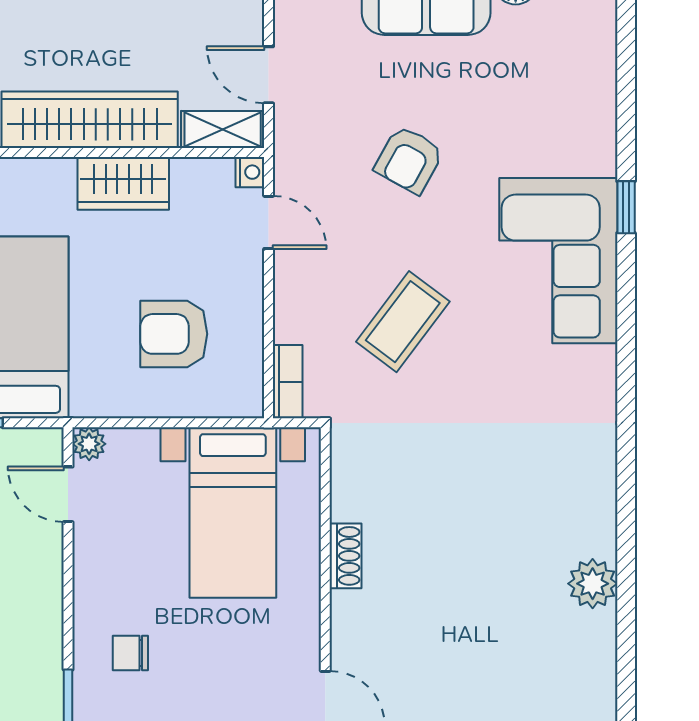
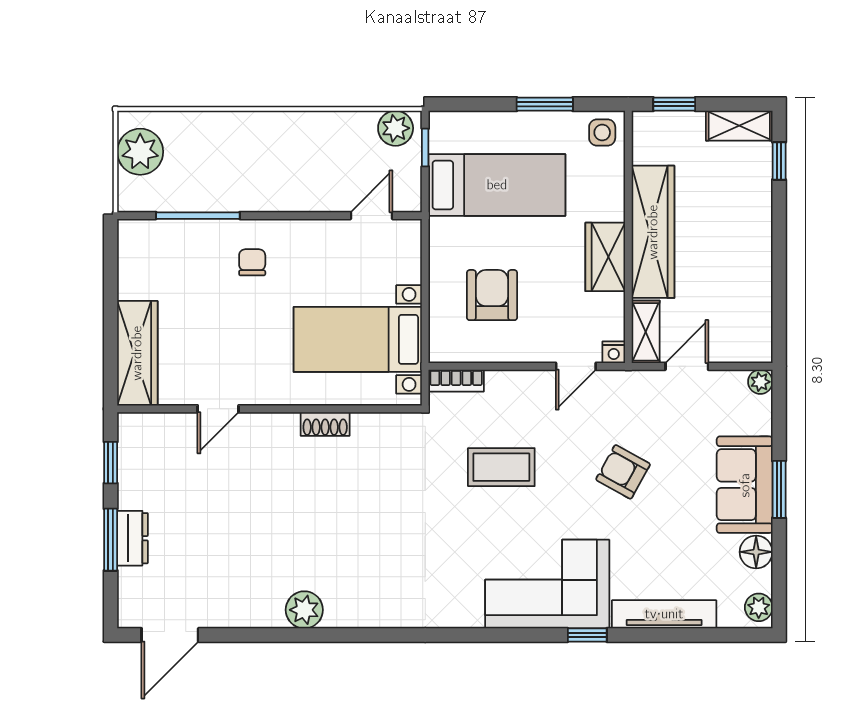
tv unit: (599, 105) -> (664, 614), added
coffee table: (403, 322) -> (501, 467), turned -37
plant: (89, 444) -> (409, 231), removed

